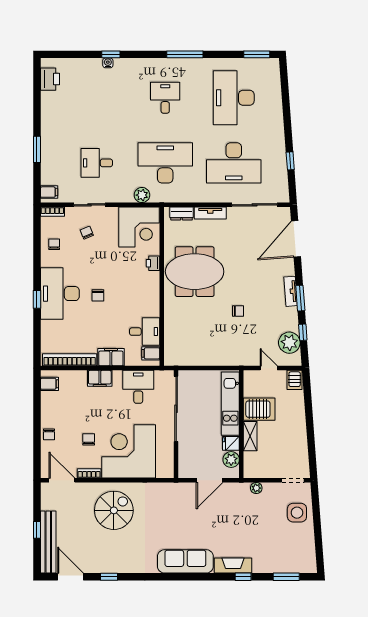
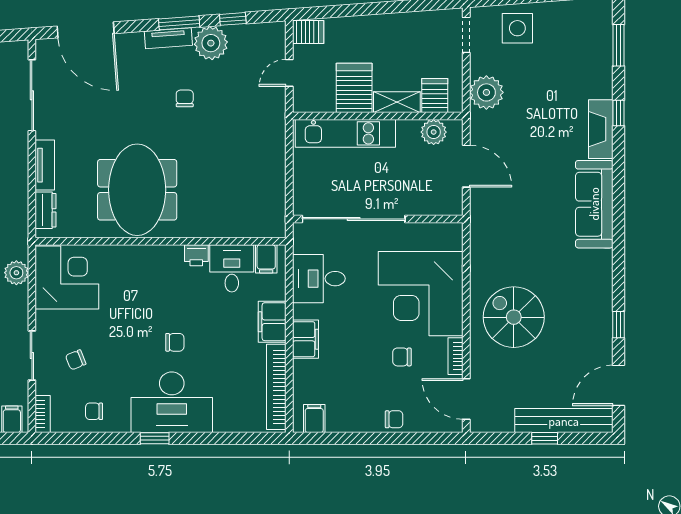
printer: (153, 263) -> (196, 255), moved
window: (37, 299) -> (155, 438), moved
chair: (238, 311) -> (185, 98), moved
plant: (289, 343) -> (211, 43), moved
fridge: (231, 443) -> (408, 132), removed
server rack: (254, 460) -> (435, 95), added
door: (62, 480) -> (466, 399), hinge flipped
plant: (256, 488) -> (486, 92), width x1.88, depth x1.88

